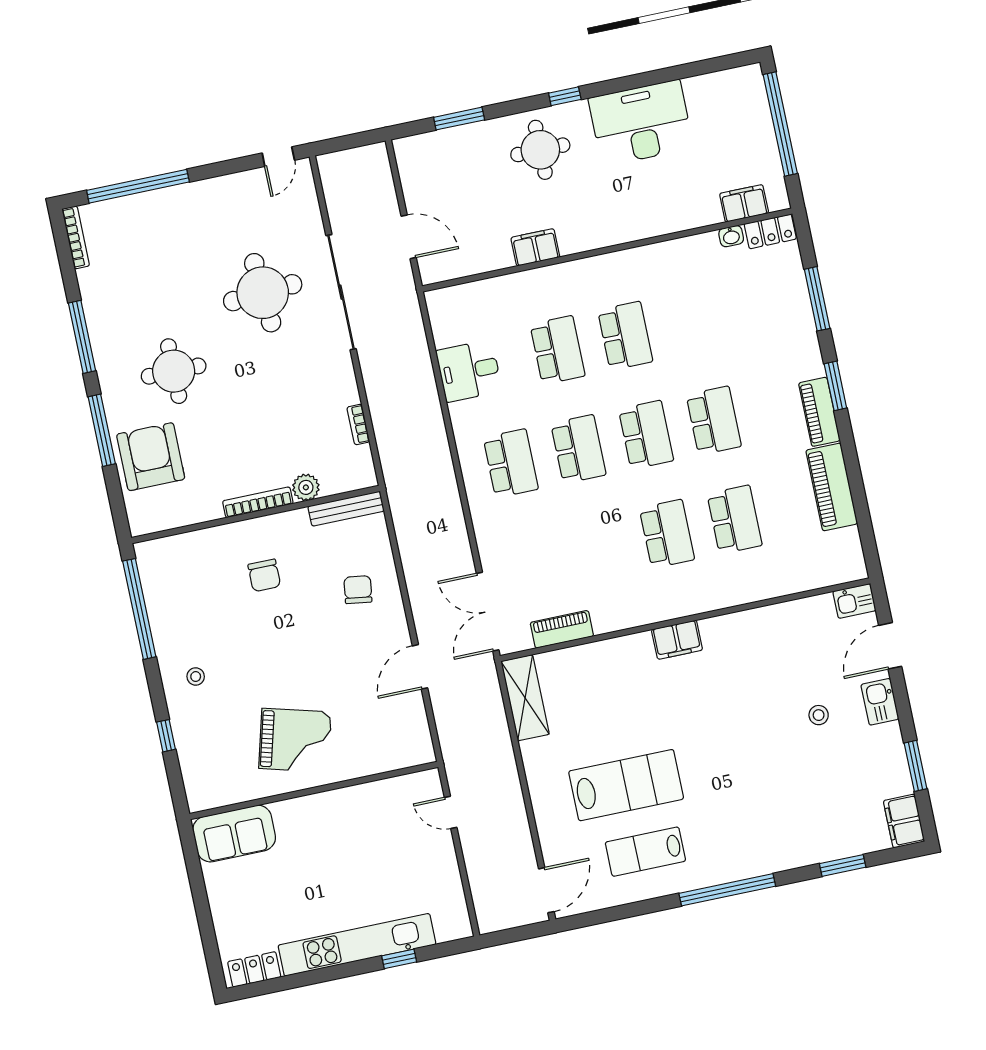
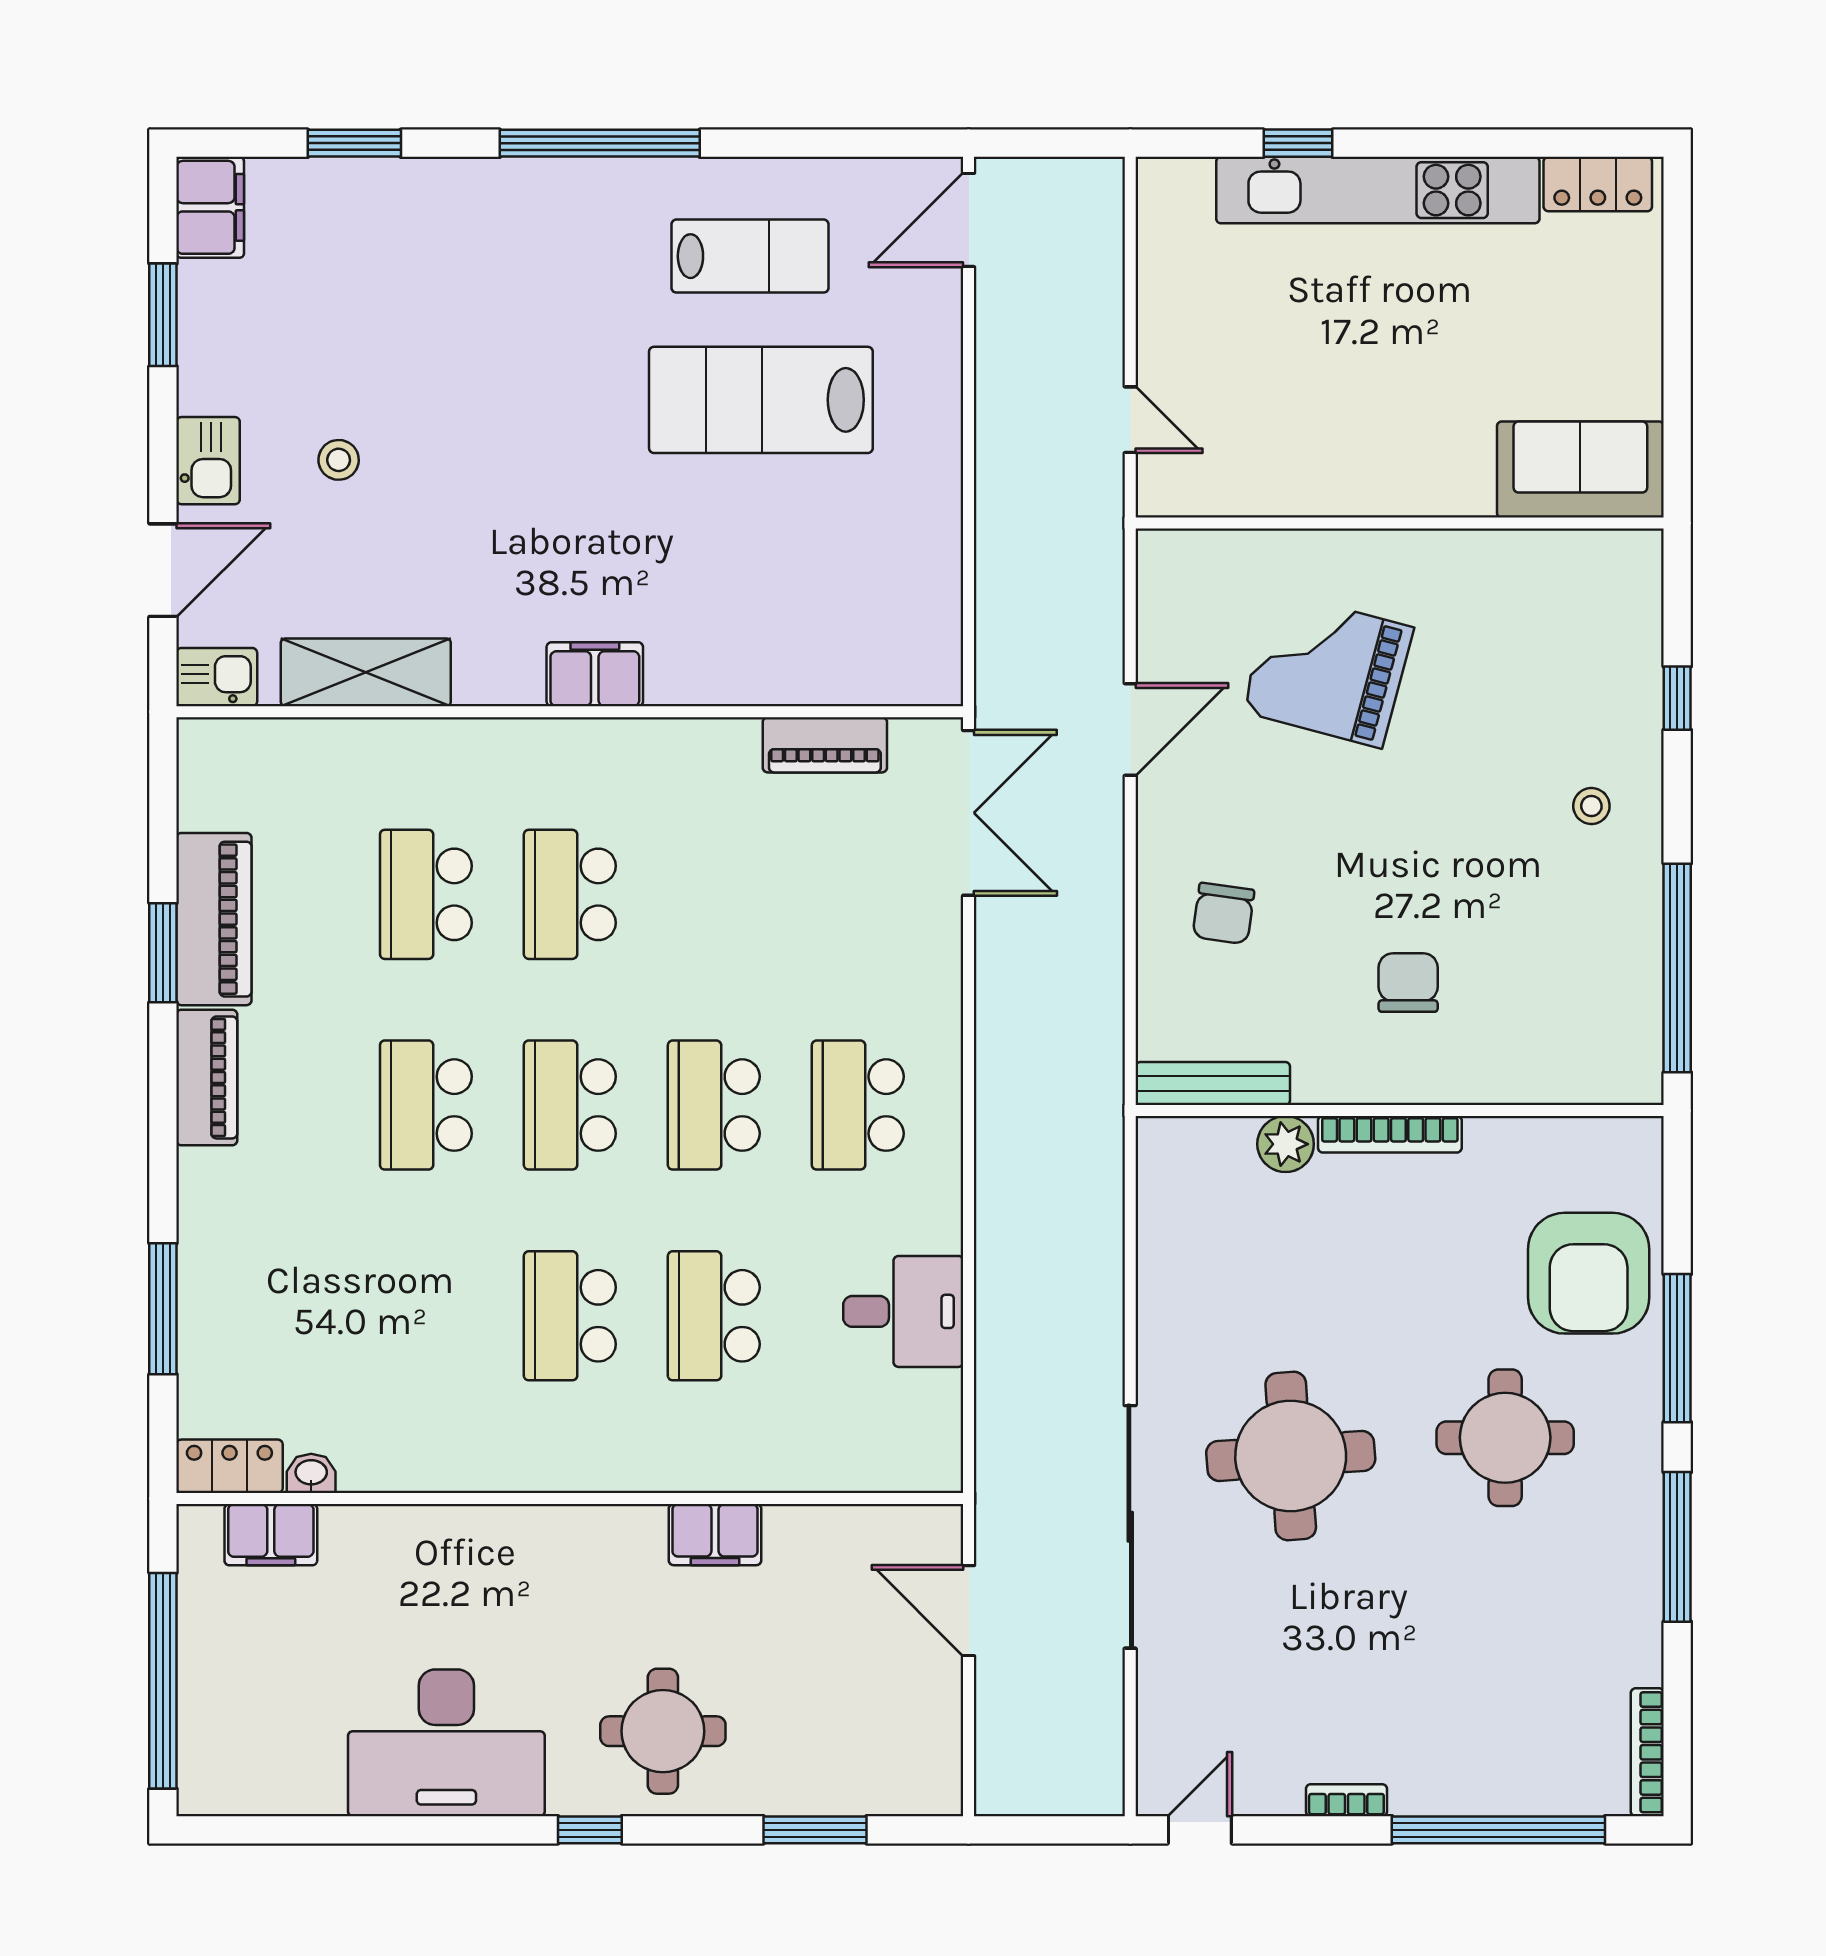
round table: (263, 293) -> (1291, 1456), moved
window: (835, 386) -> (163, 953), moved
bookcase: (358, 424) -> (1346, 1800), moved, turned -90
shelving: (525, 698) -> (366, 672), moved, turned 90
grand piano: (295, 740) -> (1328, 669), moved

